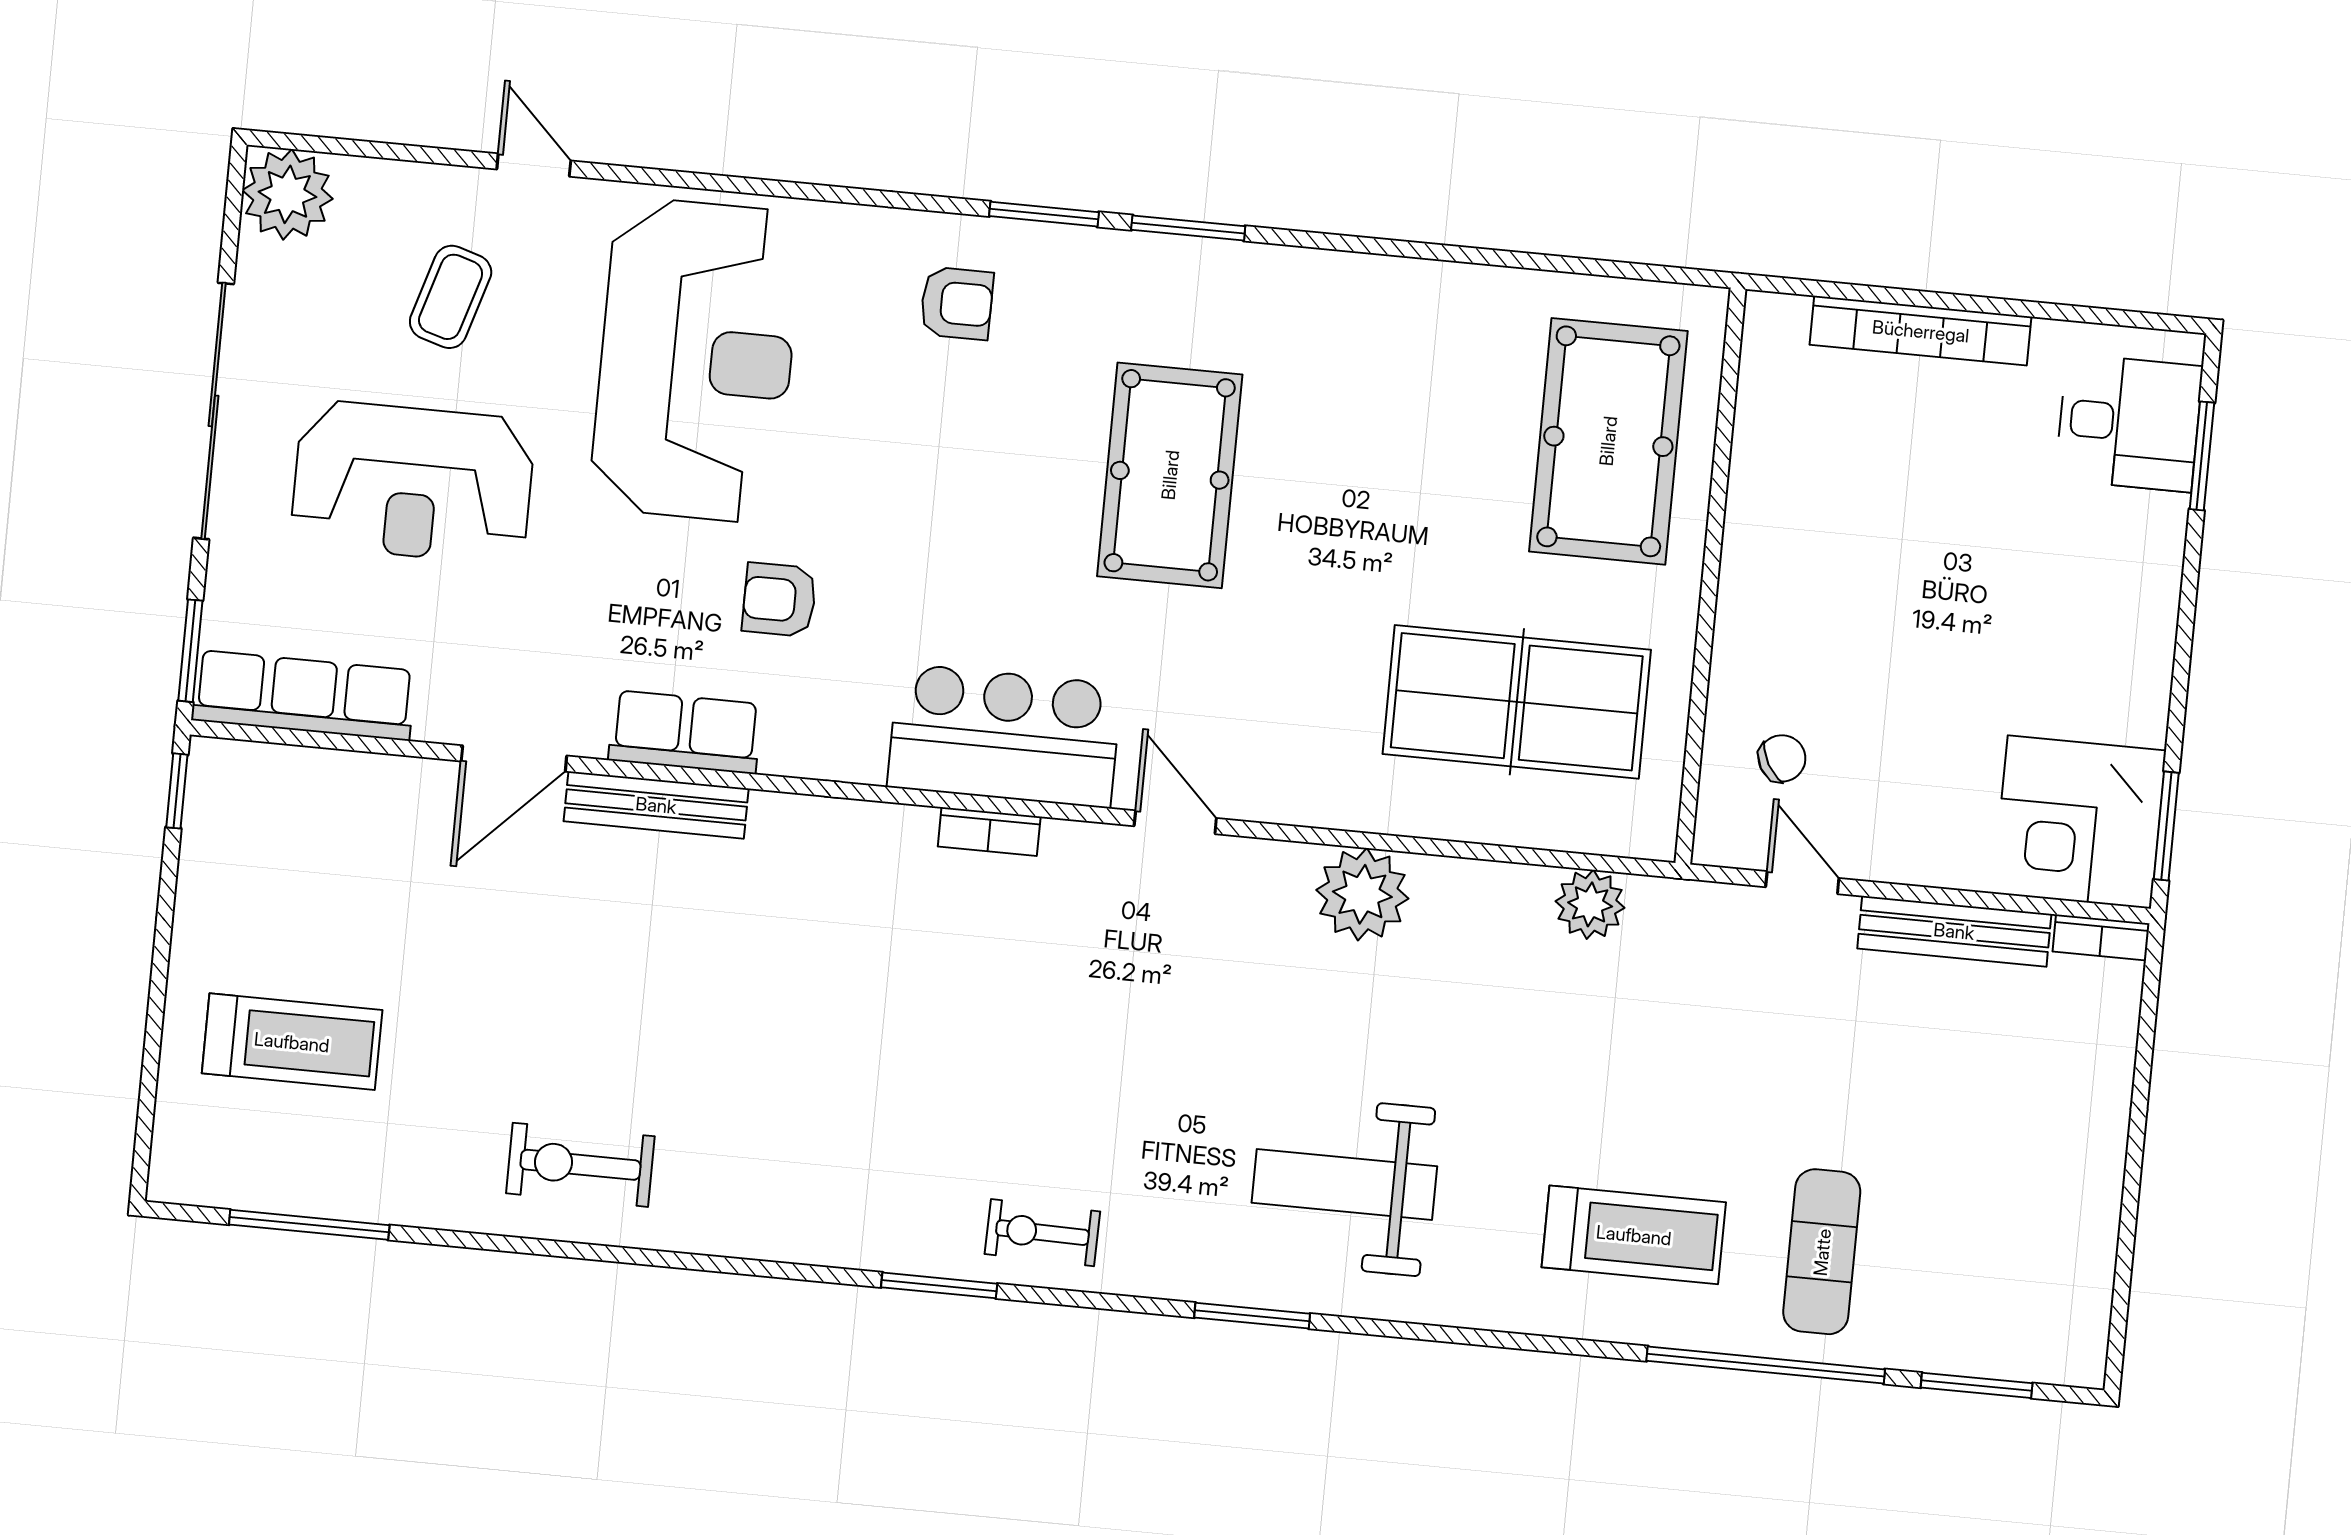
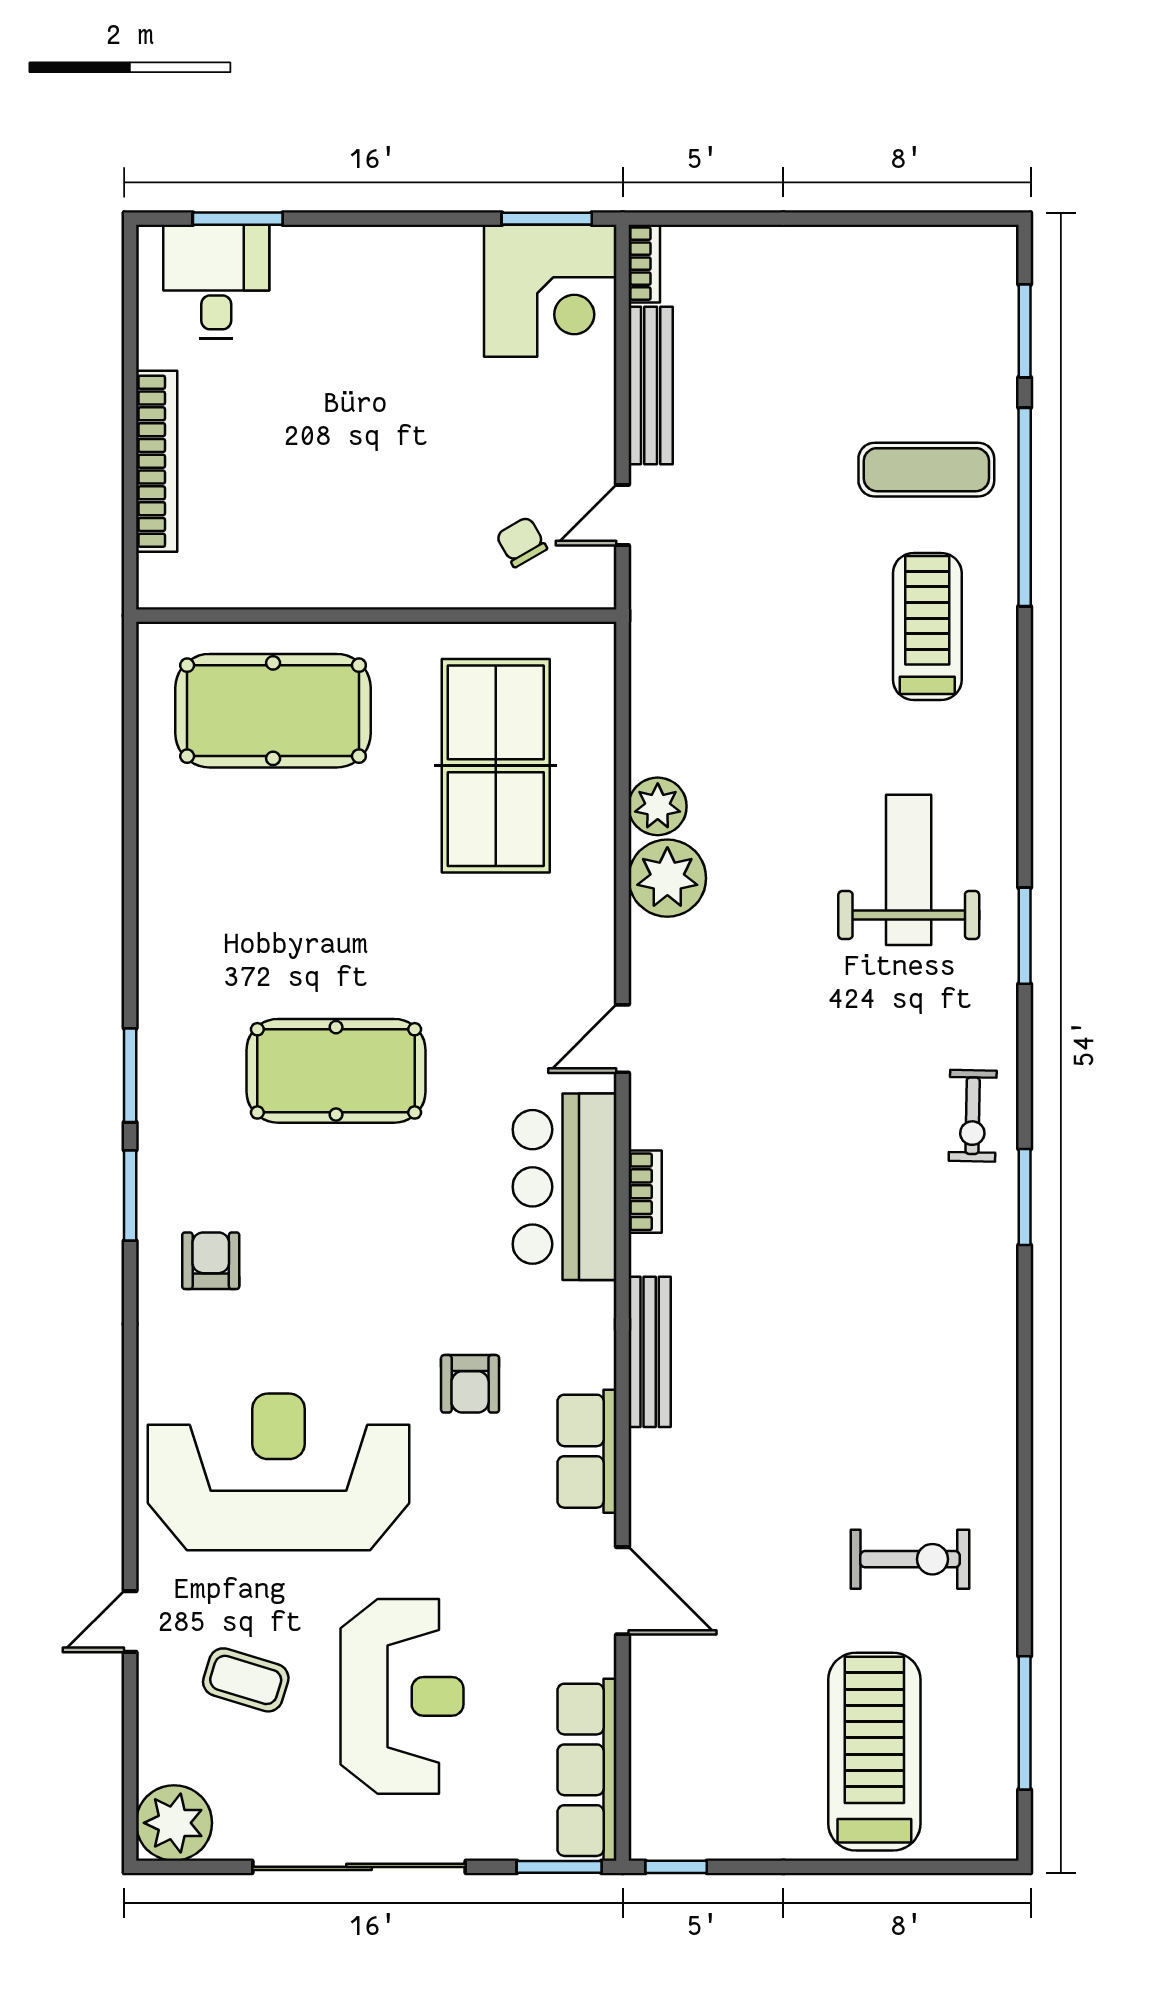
bench: (656, 805) -> (650, 1352), moved
plant: (1590, 904) -> (658, 806), moved
treadmill: (292, 1042) -> (874, 1752), width x1.37, depth x1.38
exercise bike: (580, 1165) -> (910, 1559), moved, turned -90
weight bench: (1344, 1184) -> (909, 870), turned 180

